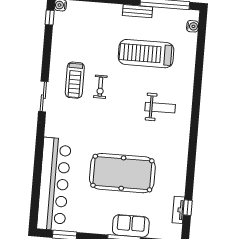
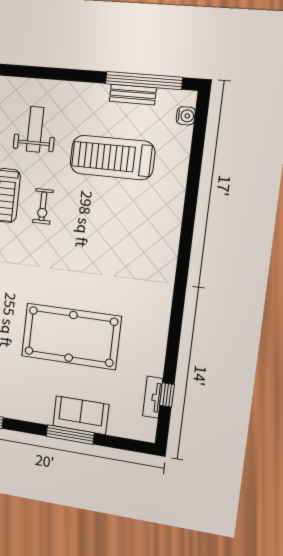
bench: (137, 11) -> (133, 95), moved
weight bench: (160, 108) -> (35, 129), moved, turned -90

